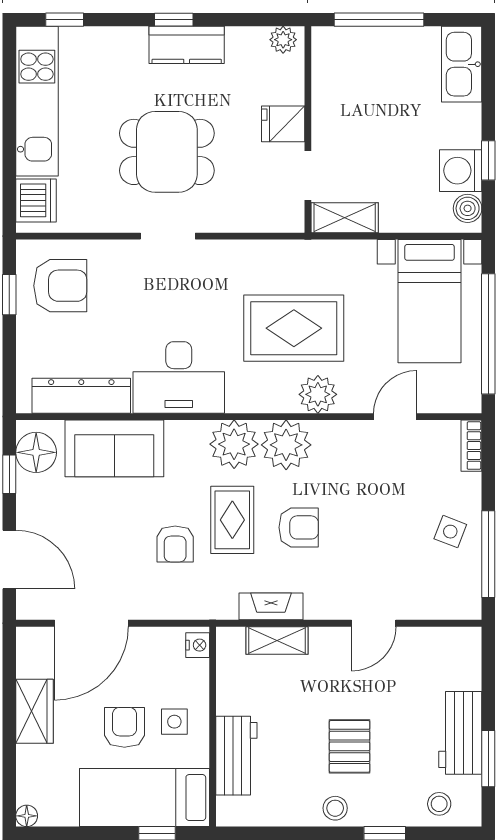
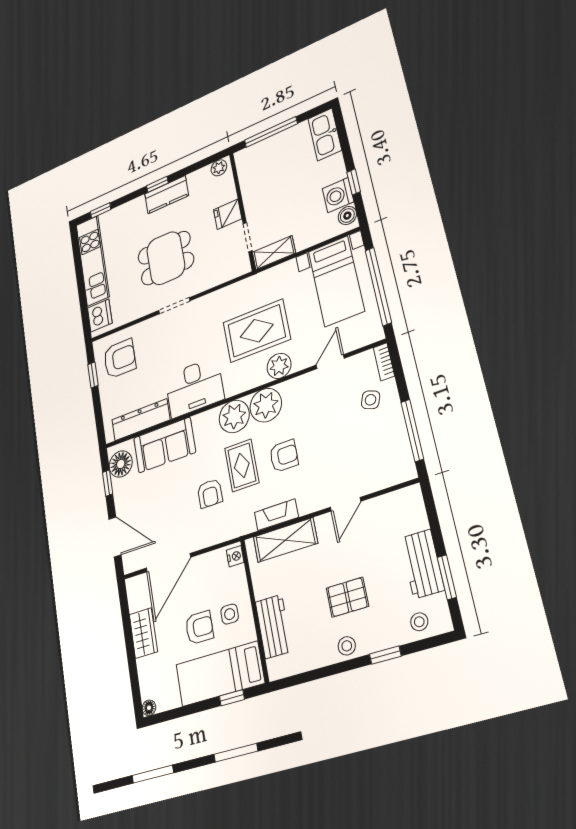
side table: (450, 532) -> (371, 400), moved
shelving: (277, 640) -> (285, 540), width x1.50, depth x1.33
armchair: (124, 727) -> (199, 628), turned 90
pallet: (350, 746) -> (347, 597), turned 90

